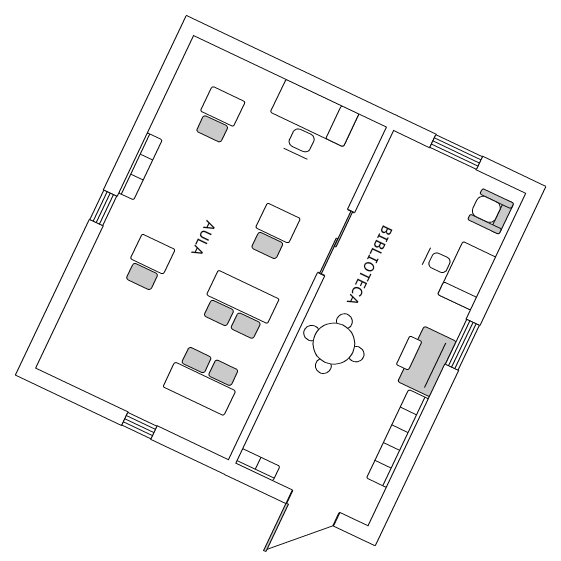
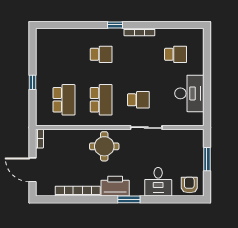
school desk: (204, 380) -> (64, 100), turned 180

